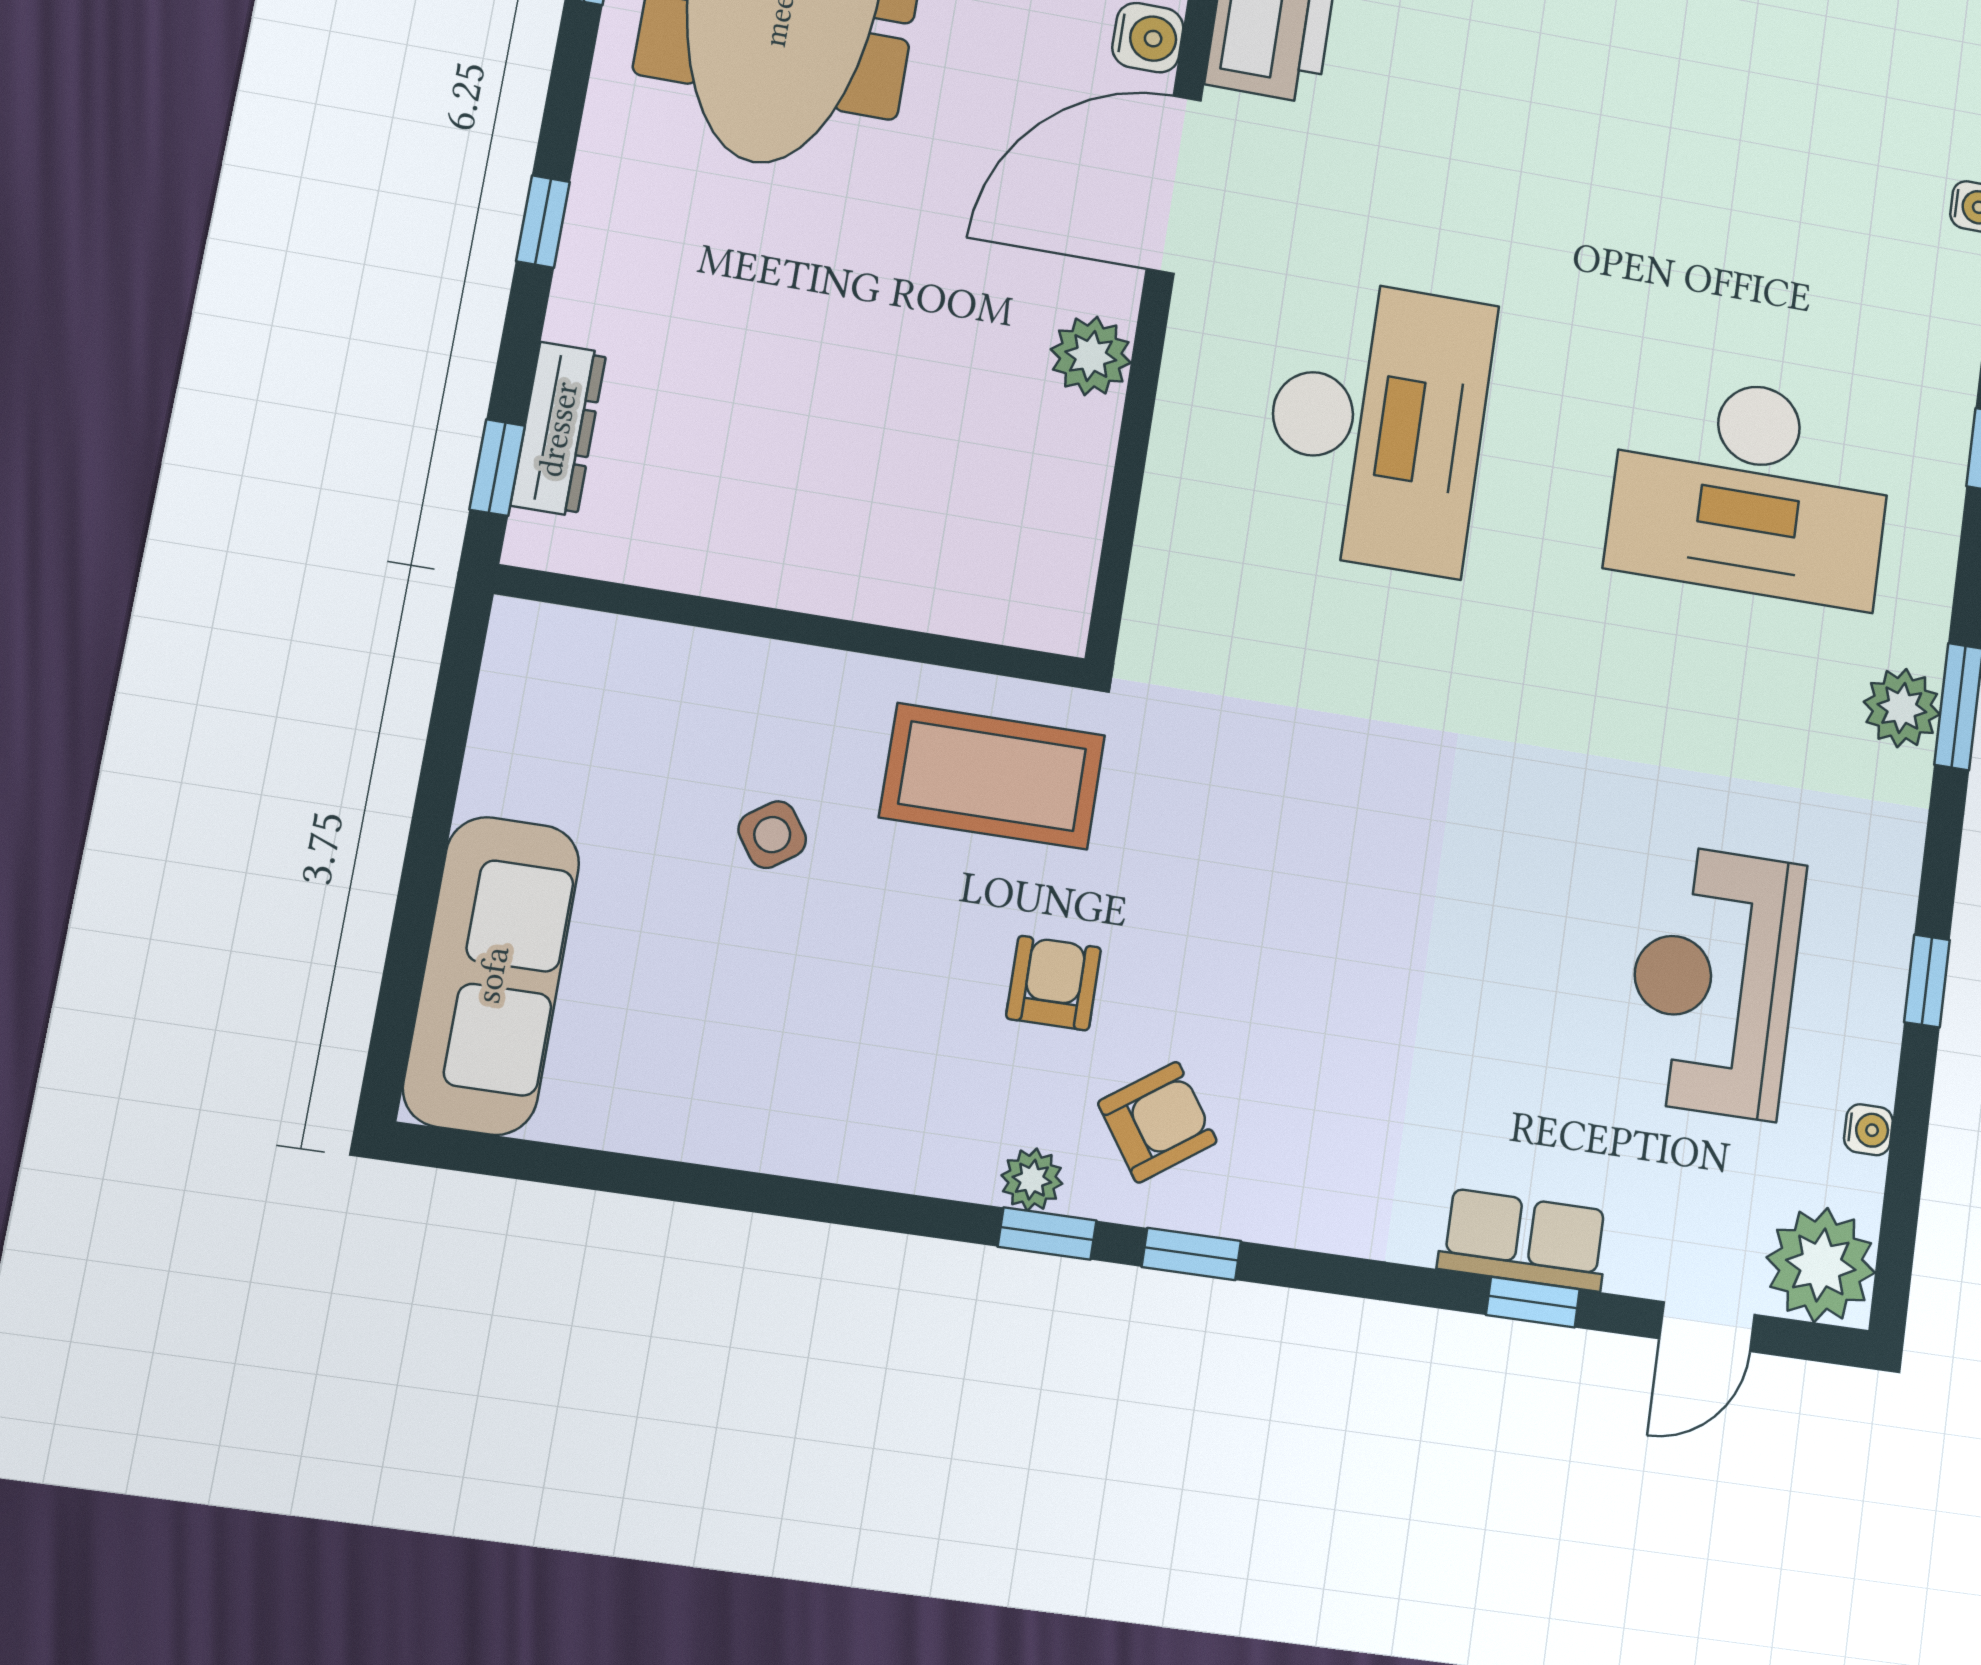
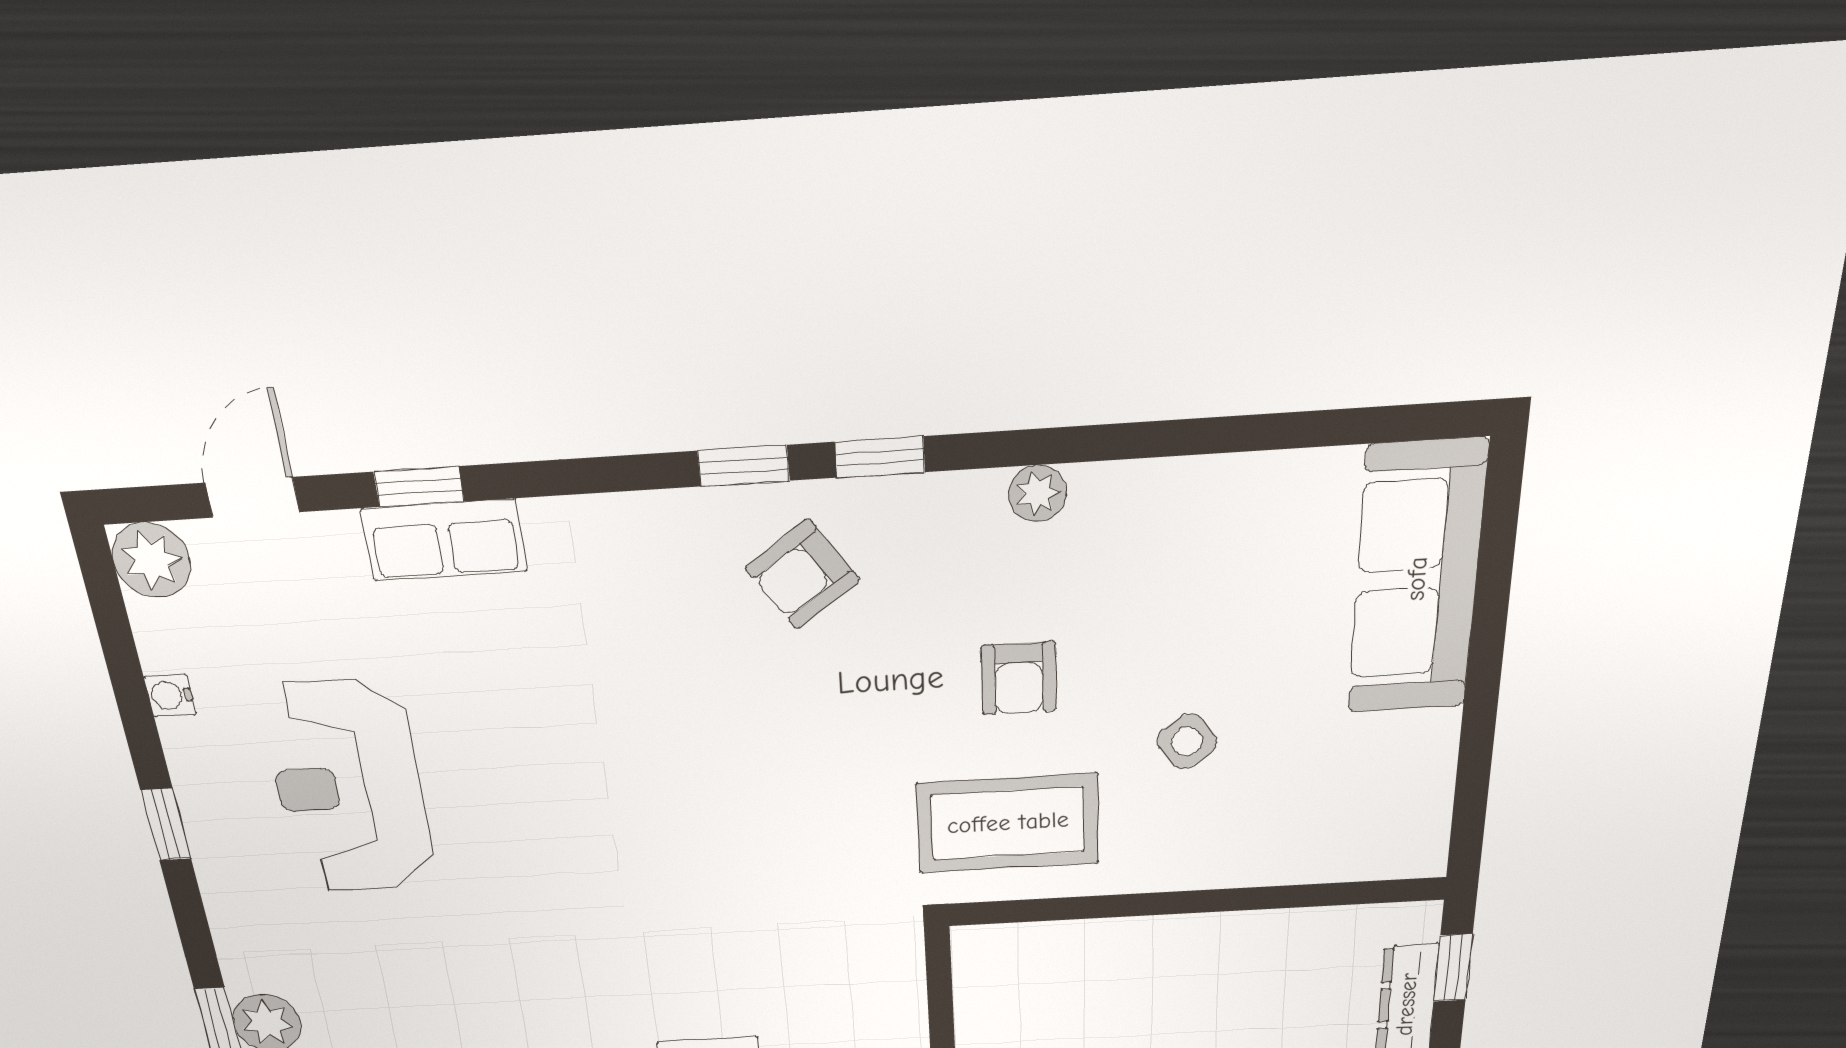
reception desk: (1714, 981) -> (349, 788), turned 180
armchair: (1054, 983) -> (1019, 678), moved
plant: (1032, 1180) -> (1038, 493), moved
plant: (1821, 1265) -> (152, 560), width x0.73, depth x0.73

